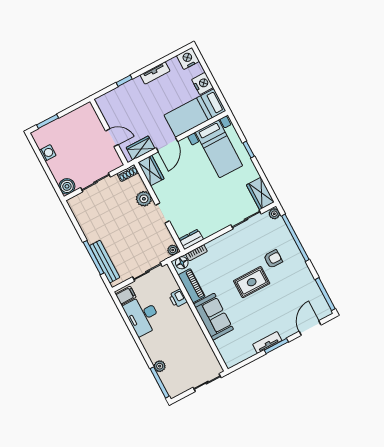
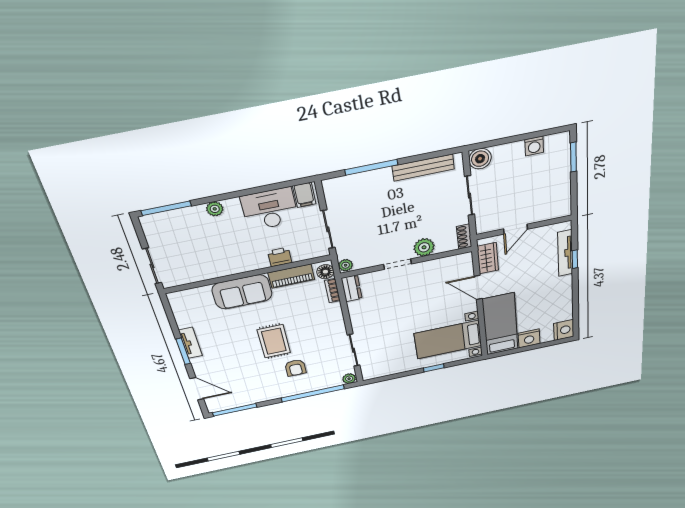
tv unit: (155, 73) -> (565, 253), moved, width x1.41
wardrobe: (151, 170) -> (455, 263), removed
wardrobe: (260, 194) -> (378, 370), removed
bench: (105, 262) -> (423, 168), moved
plant: (160, 366) -> (215, 209), moved

